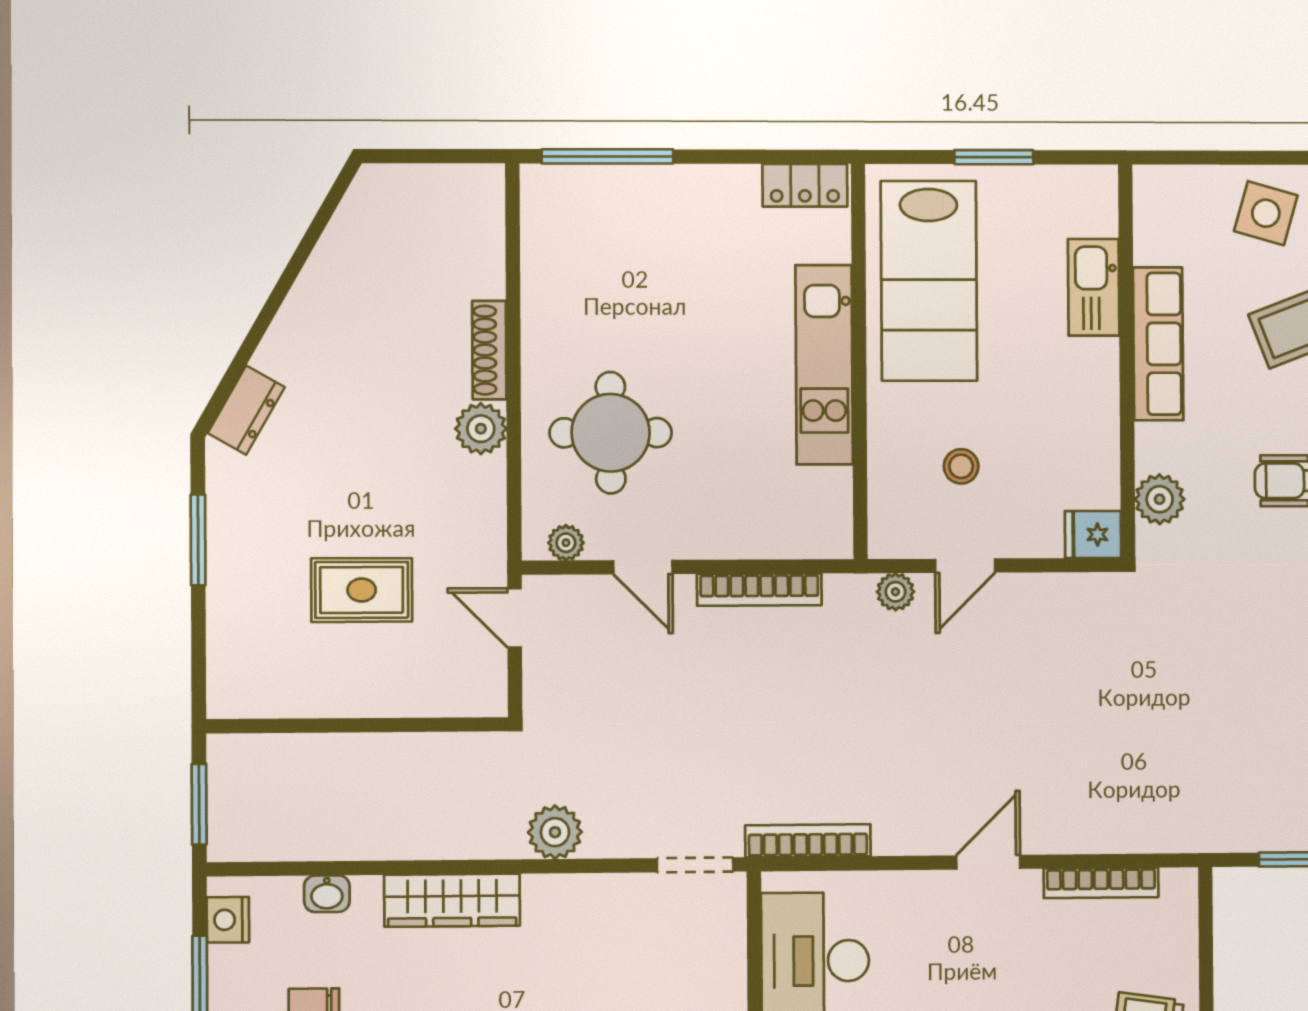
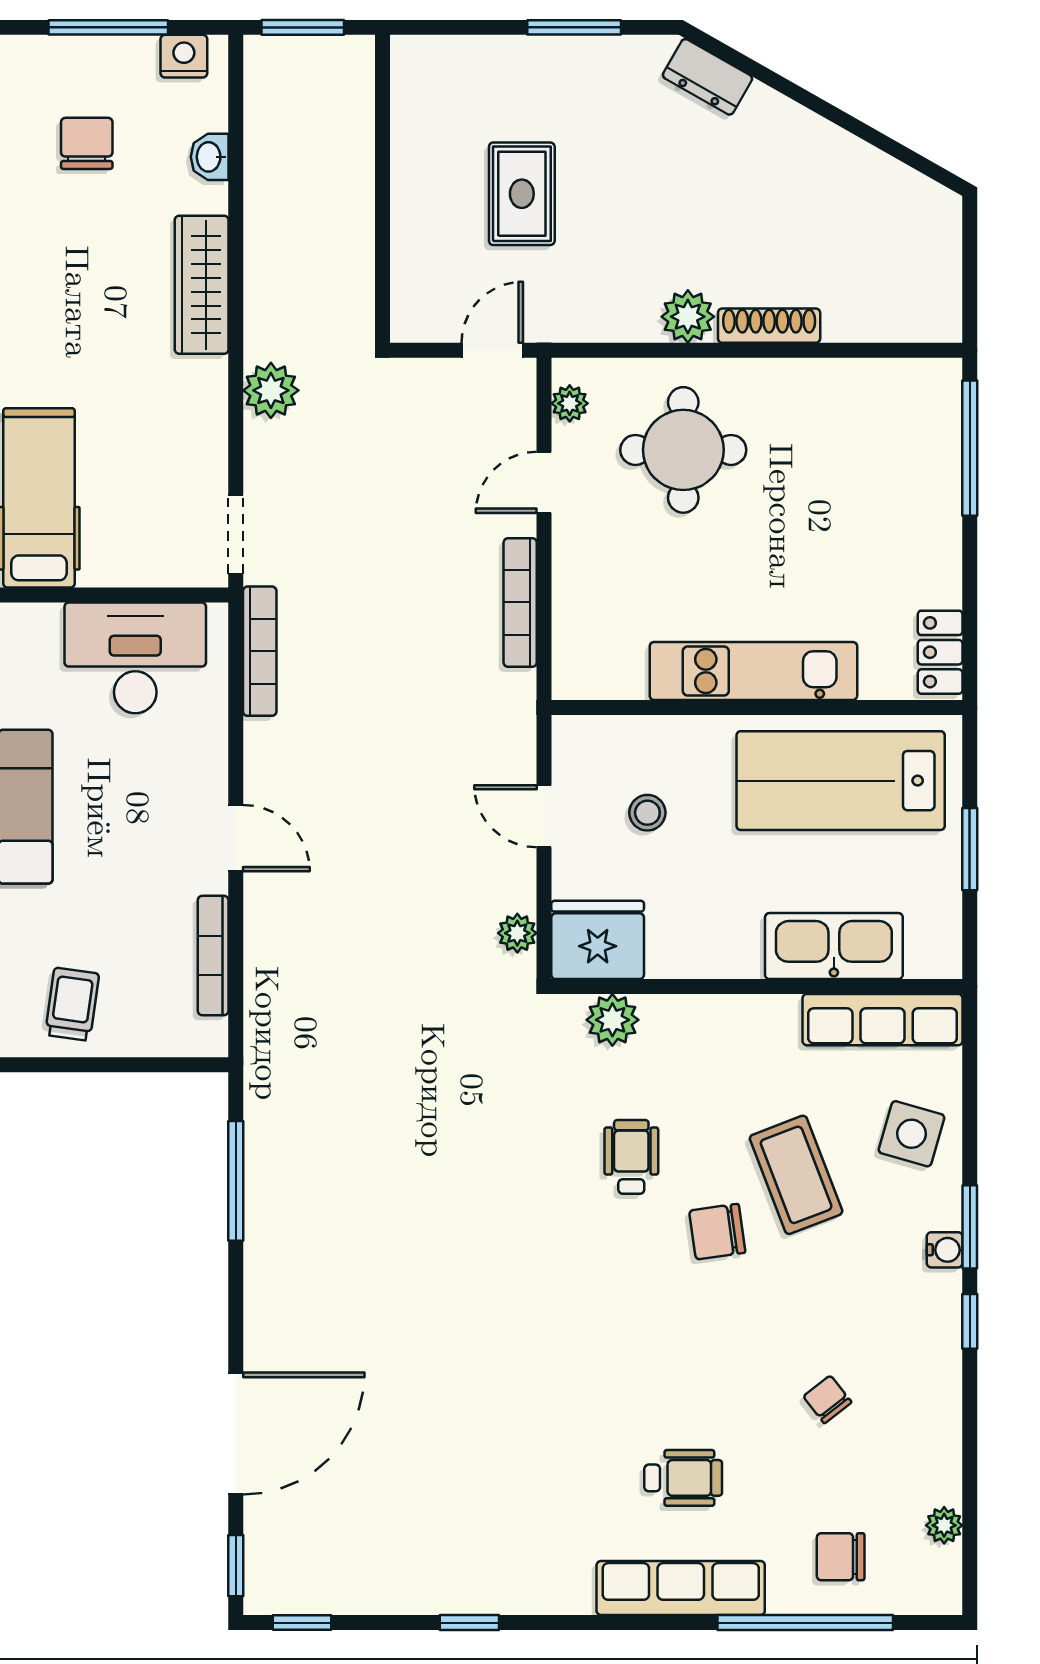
kitchen sink: (1094, 287) -> (834, 946), width x1.36, depth x1.24
row of seats: (1158, 344) -> (883, 1020), moved
fridge: (1093, 534) -> (598, 940), width x1.88, depth x1.34
plant: (895, 592) -> (517, 933), moved

